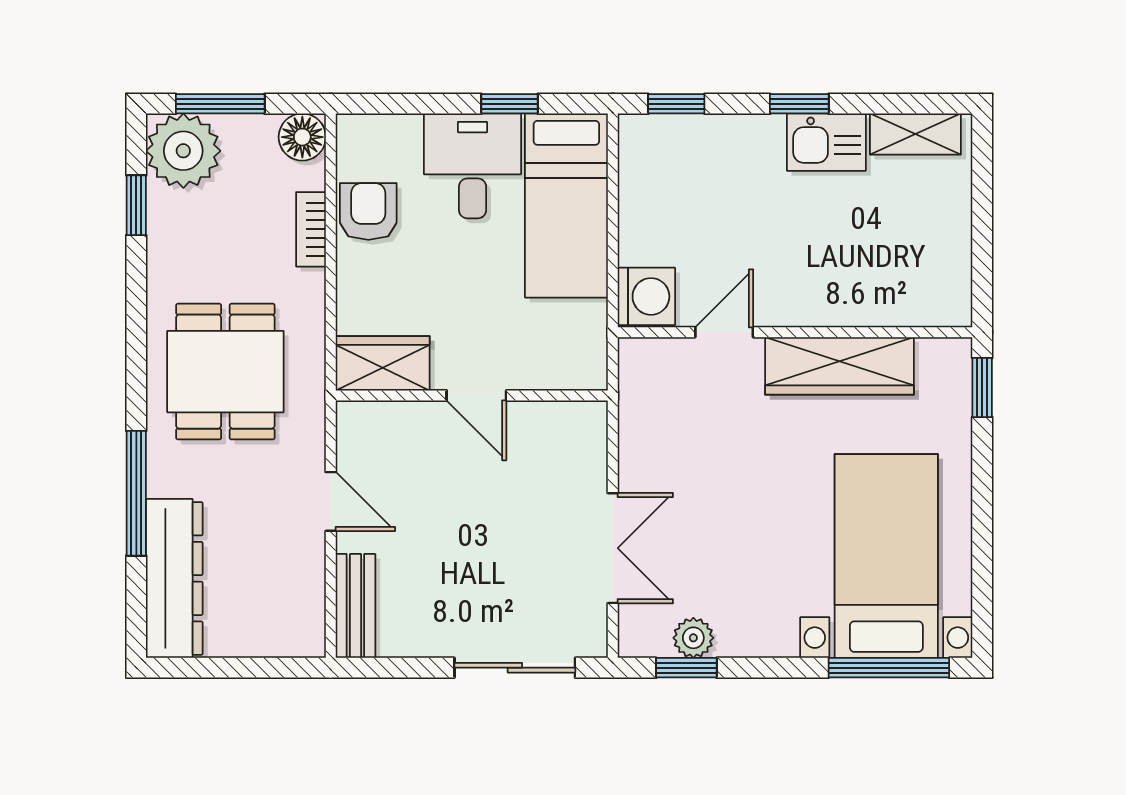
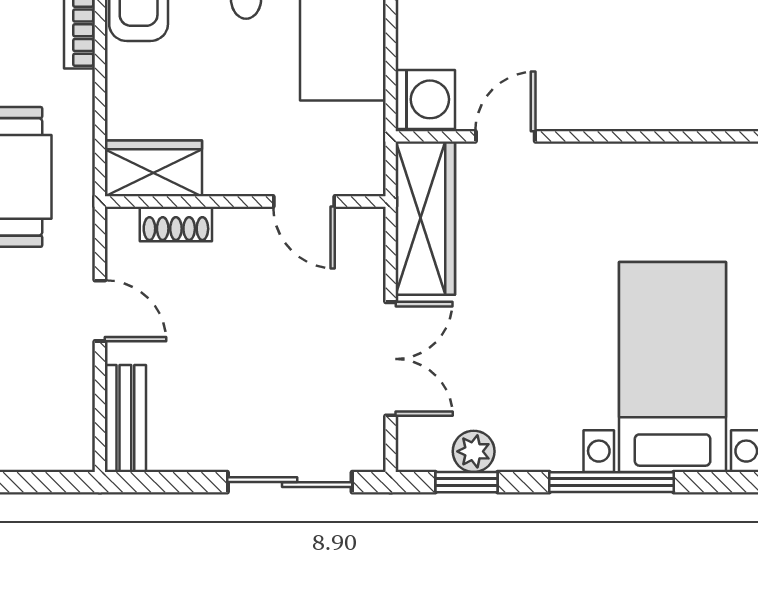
wardrobe: (840, 366) -> (425, 218), moved, turned -90
door: (476, 395) -> (304, 202), moved
shoe rack: (405, 417) -> (176, 224), added
window: (889, 668) -> (611, 482), moved

